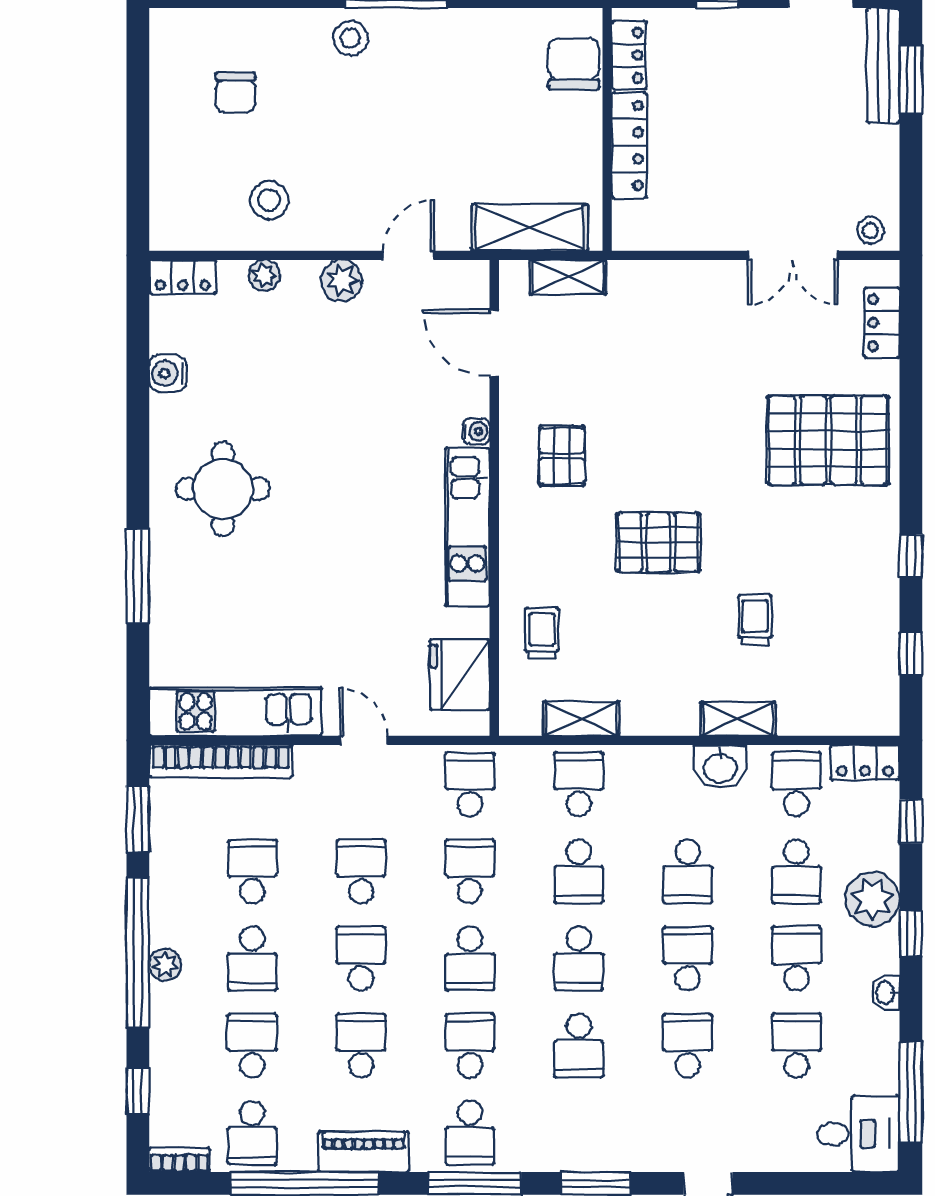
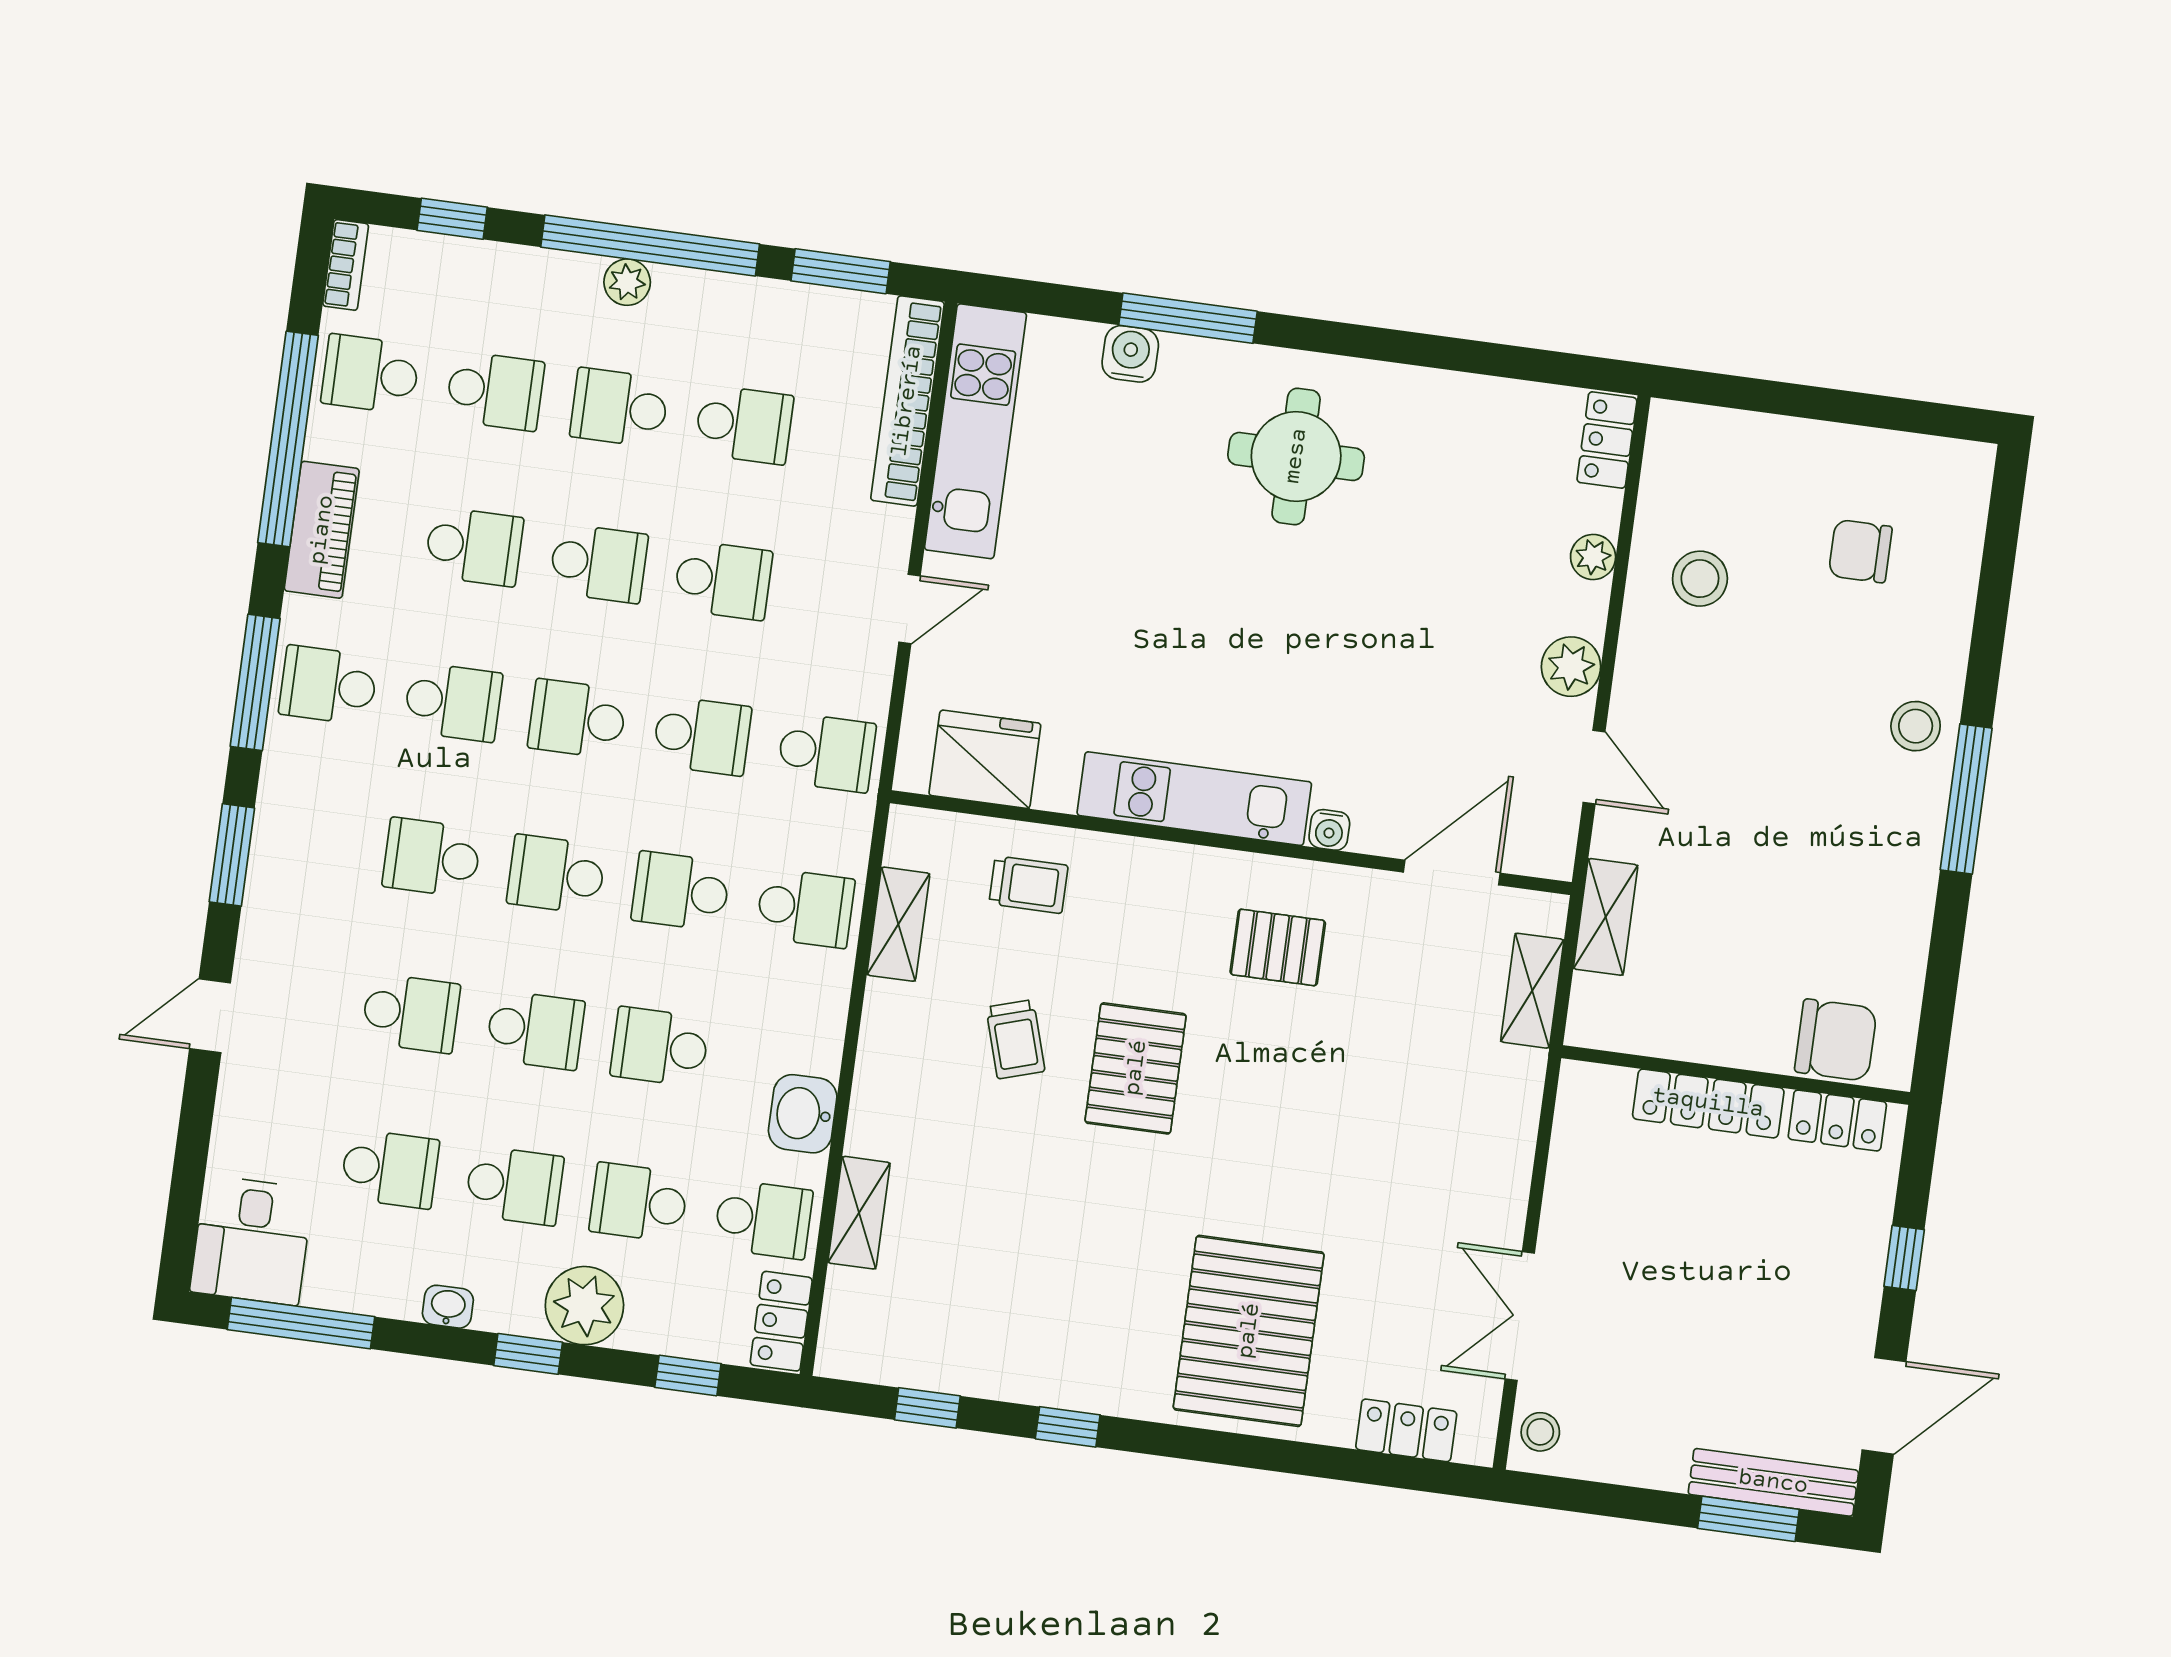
shelving: (530, 228) -> (1606, 917), width x0.67, depth x0.75
water cooler: (168, 373) -> (1130, 354), moved
trolley: (755, 620) -> (1015, 1039), moved, turned 73
shelving: (738, 719) -> (859, 1213), moved

